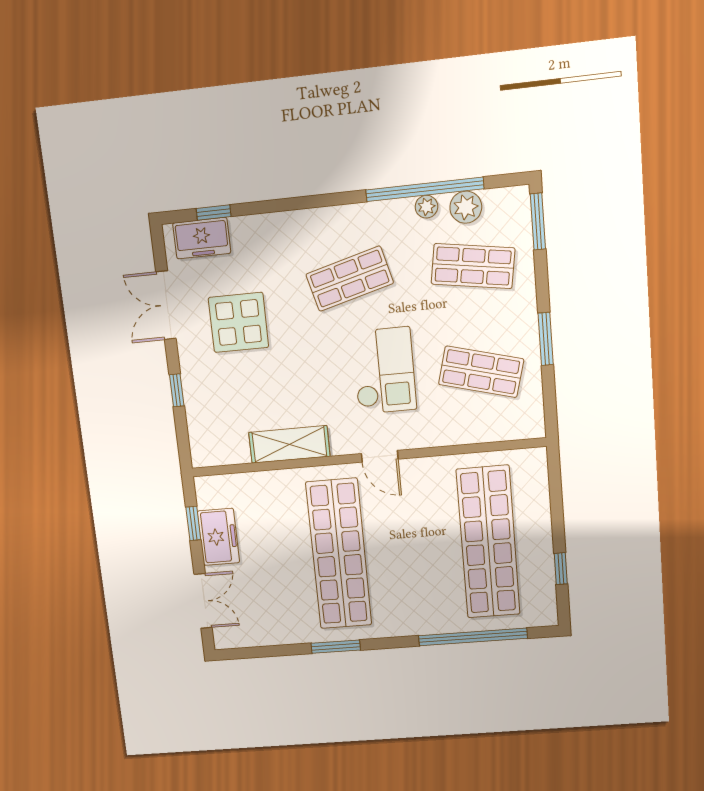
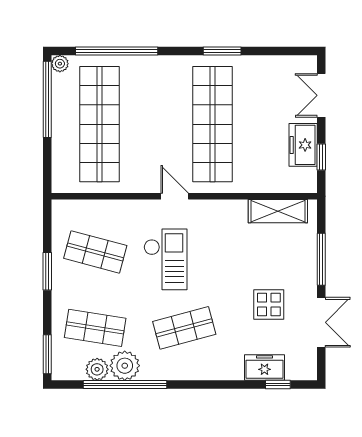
plant: (426, 207) -> (125, 366), width x1.88, depth x1.88
freezer: (202, 238) -> (264, 368), moved
display table: (238, 322) -> (269, 305), width x0.73, depth x0.73
checkout: (384, 371) -> (165, 259), turned 180
window: (177, 390) -> (321, 259), width x2.17
shelving: (289, 444) -> (278, 211), moved
window: (561, 569) -> (47, 99), width x3.17
plant: (547, 616) -> (60, 64), added

